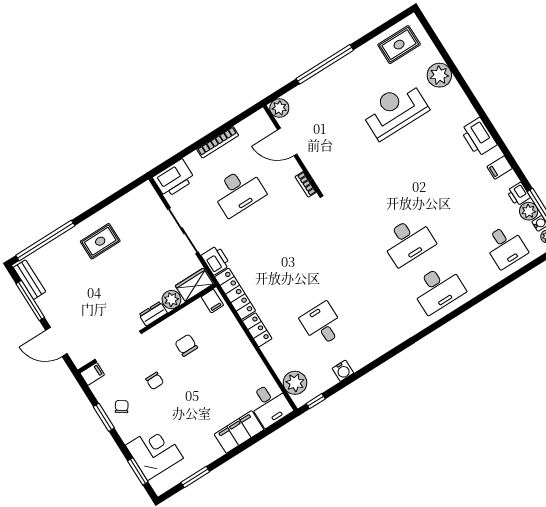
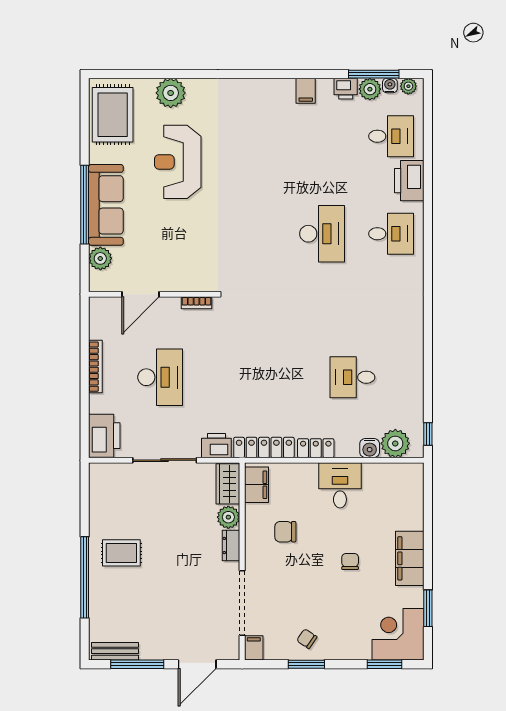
rug: (399, 45) -> (113, 115), width x1.36, depth x1.43
sofa: (334, 79) -> (106, 205), added
plant: (279, 108) -> (100, 258), moved
printer: (479, 137) -> (409, 181), moved, turned 90
window: (45, 240) -> (85, 577), moved
rug: (100, 241) -> (121, 553), turned 90
desk: (438, 289) -> (391, 234), width x0.73
filing cabinet: (212, 301) -> (257, 485), width x2.00
water cooler: (343, 371) -> (370, 448), moved, turned 90
chair: (155, 381) -> (350, 562), moved, turned -90
desk: (270, 404) -> (340, 485), moved, turned -90
filing cabinet: (239, 432) -> (410, 558), moved
corner desk: (154, 452) -> (398, 634), moved

